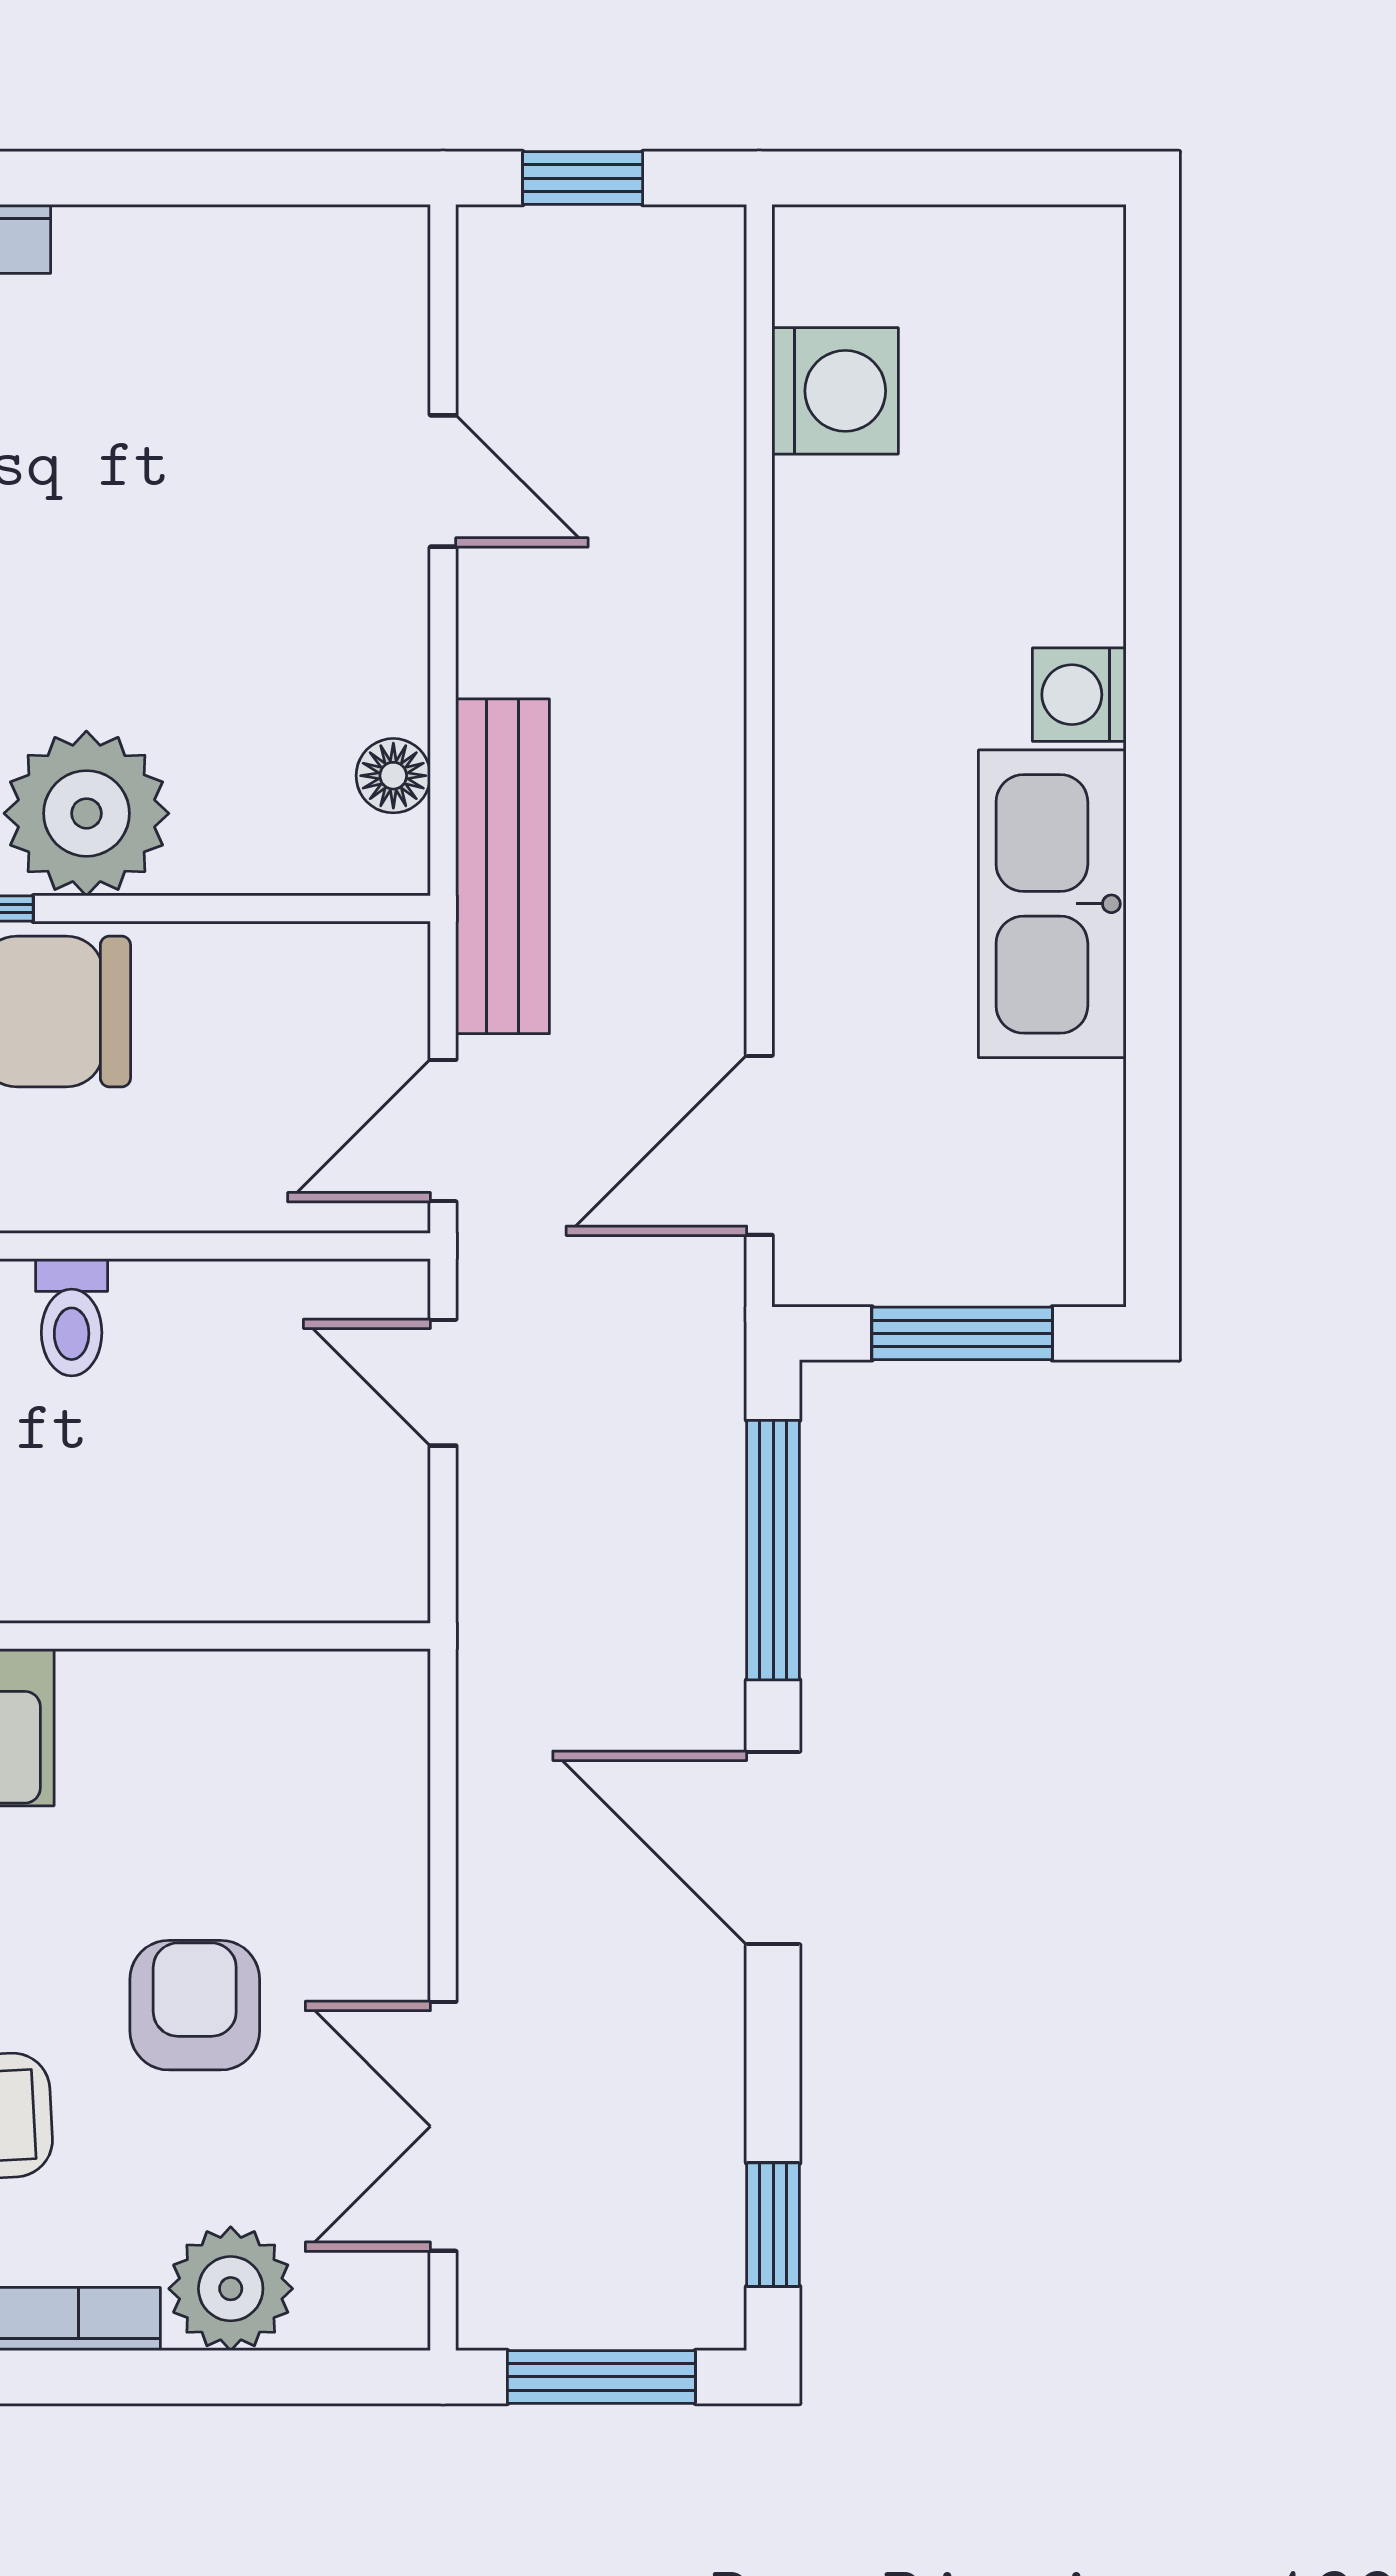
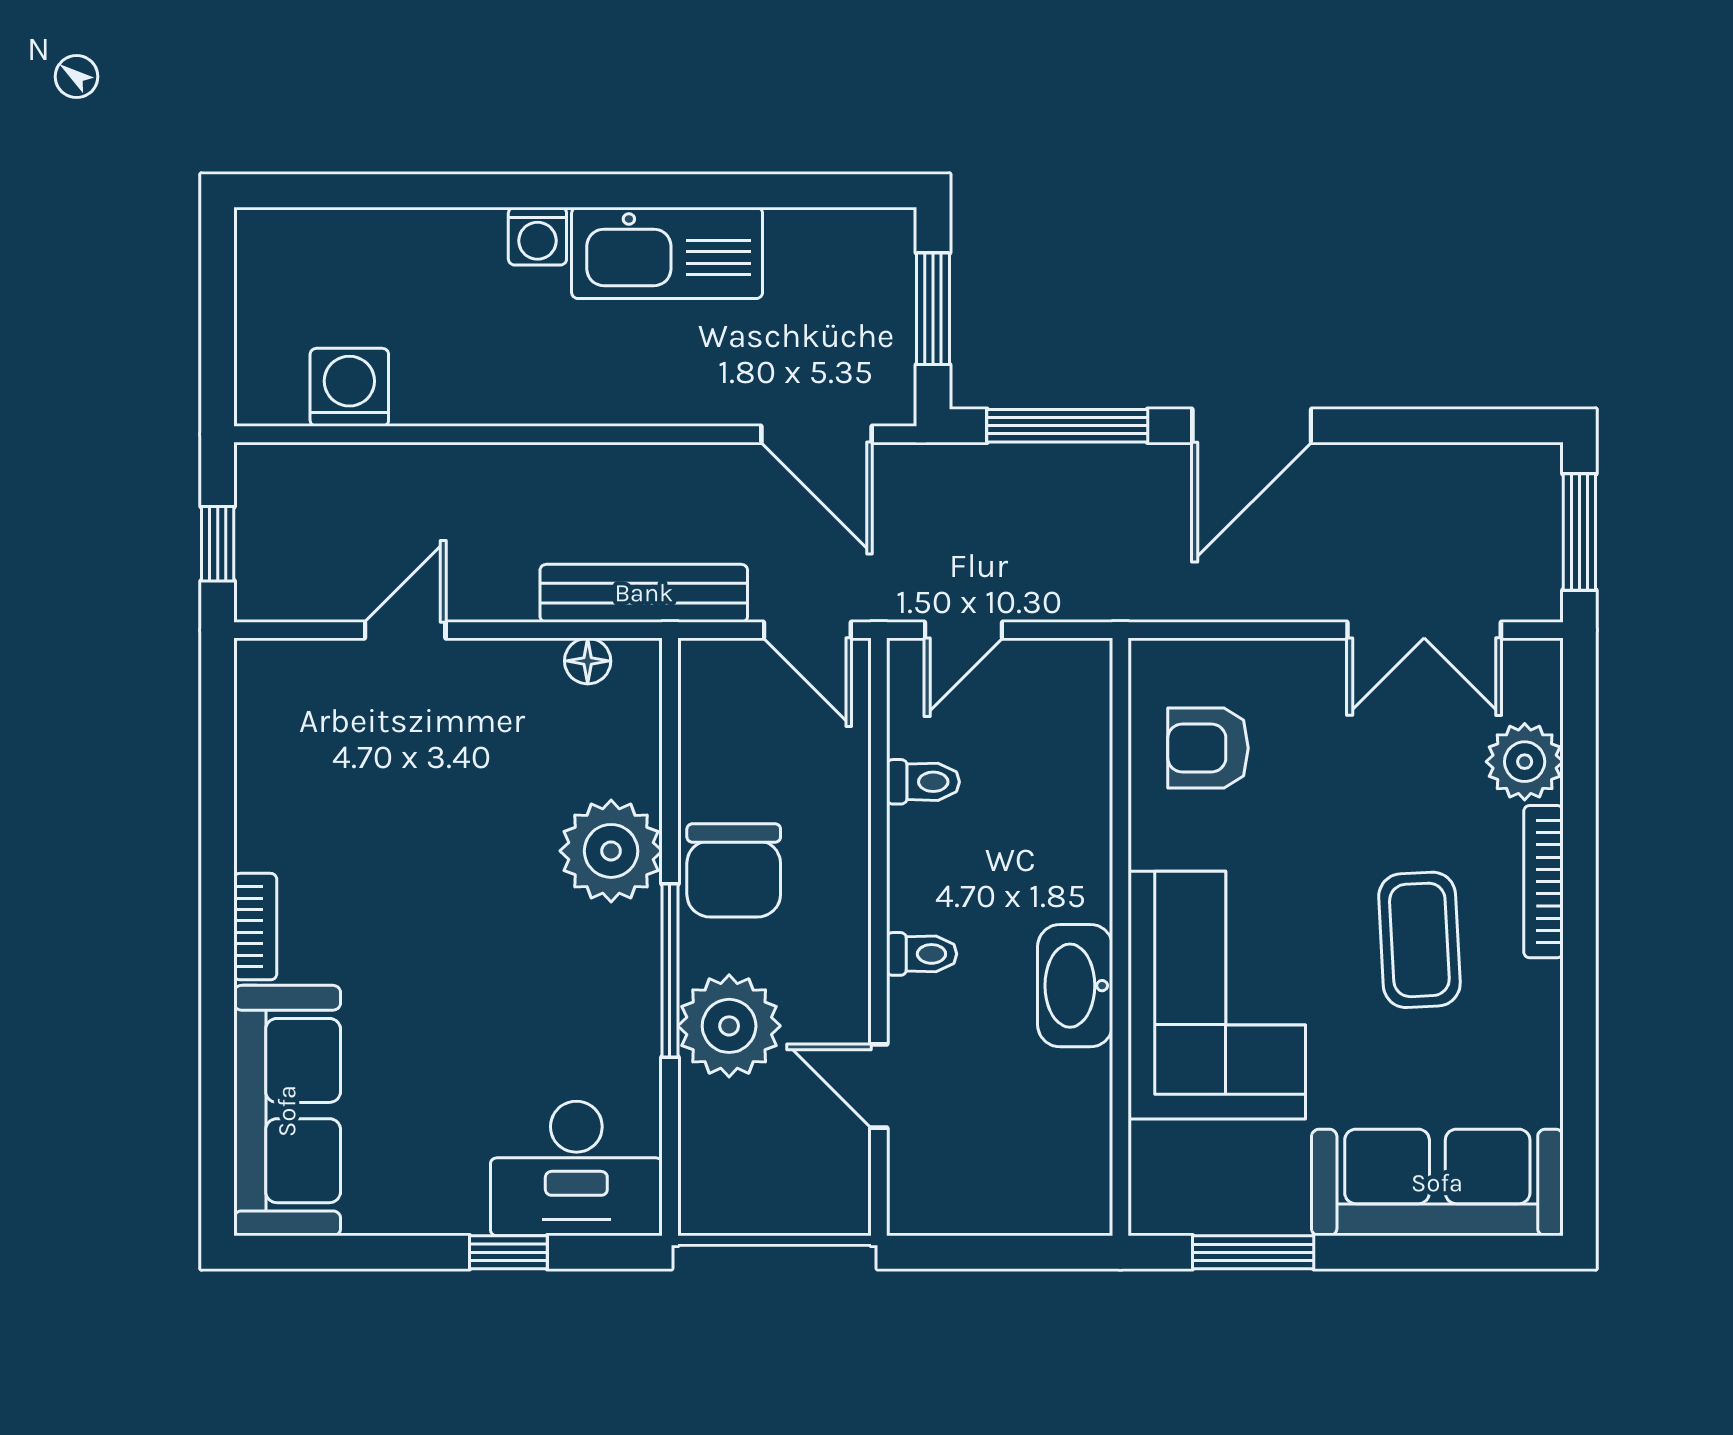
toilet: (72, 1317) -> (923, 782), moved
armchair: (195, 2005) -> (1208, 748), moved
window: (773, 2225) -> (1485, 426), removed

